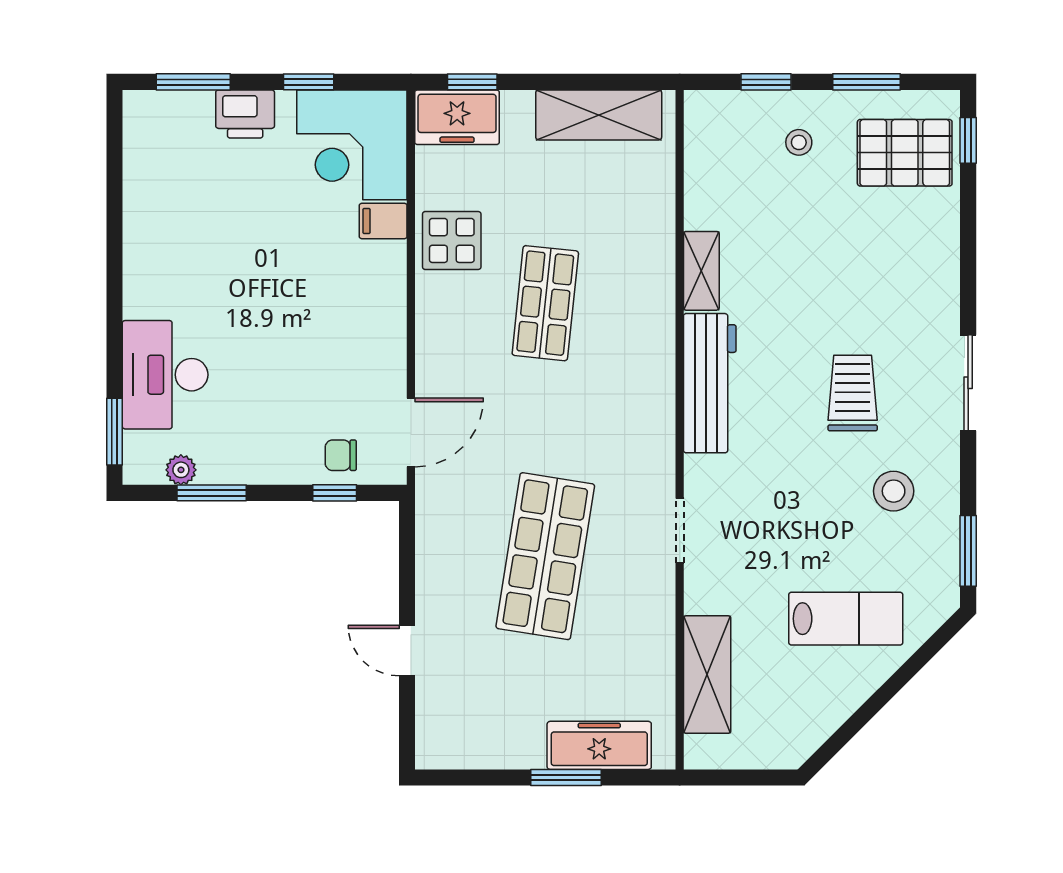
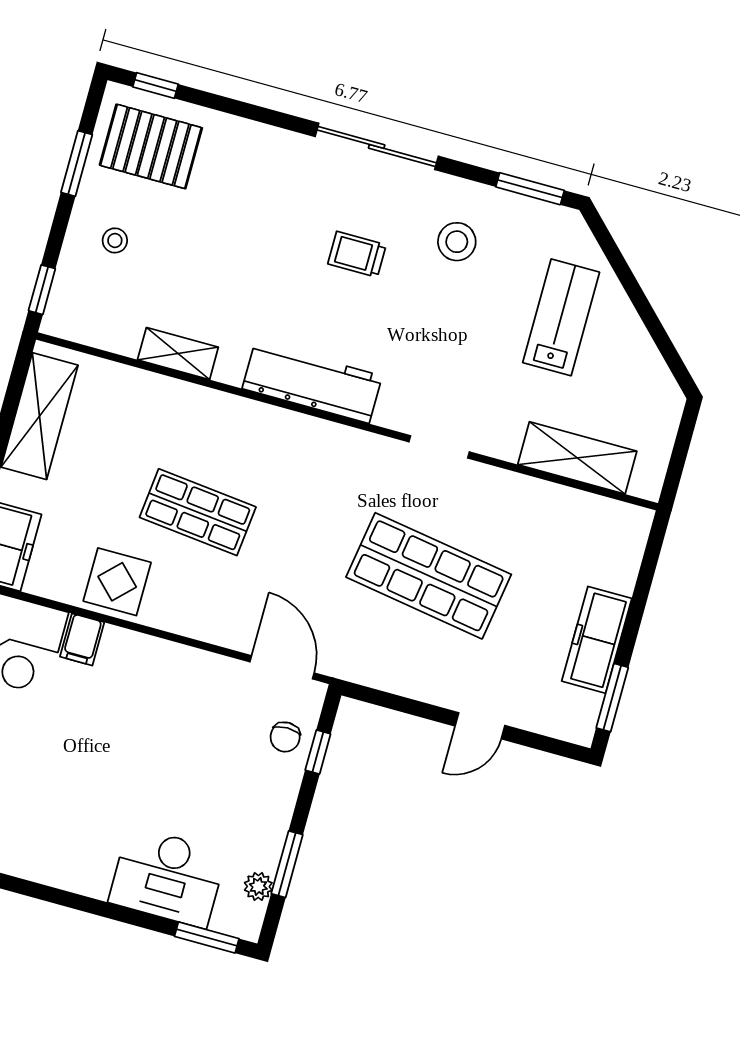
window: (766, 82) -> (42, 290), moved
pallet: (905, 153) -> (151, 146), turned 90
shelving: (701, 271) -> (178, 354), moved
sliding door: (968, 383) -> (377, 146), width x1.37
trolley: (853, 393) -> (357, 254), width x0.73, depth x0.72
freezer: (599, 745) -> (597, 640), moved
window: (566, 777) -> (612, 698), moved

